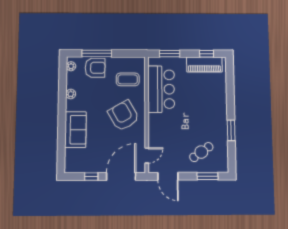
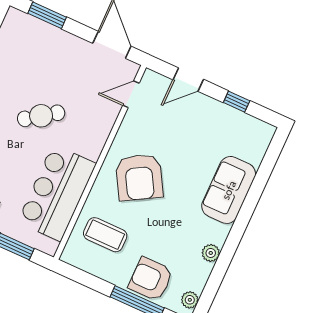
cafe table: (201, 152) -> (41, 116), moved
door: (121, 176) -> (188, 80), width x0.53

